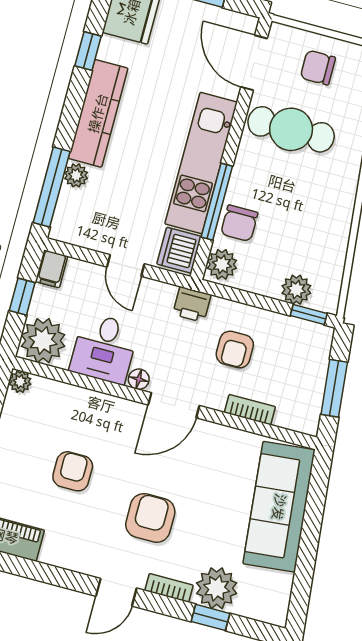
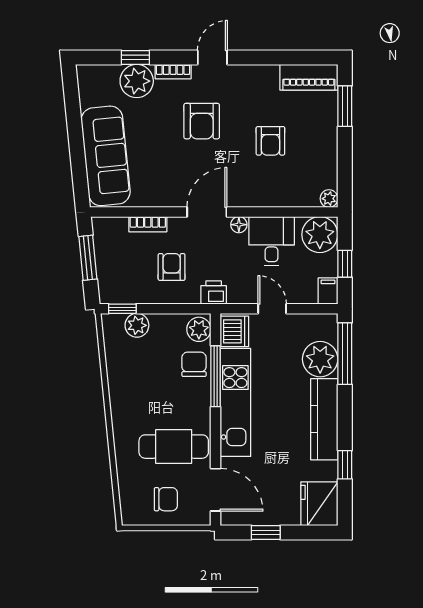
plant: (76, 175) -> (320, 359), width x1.87, depth x1.87

